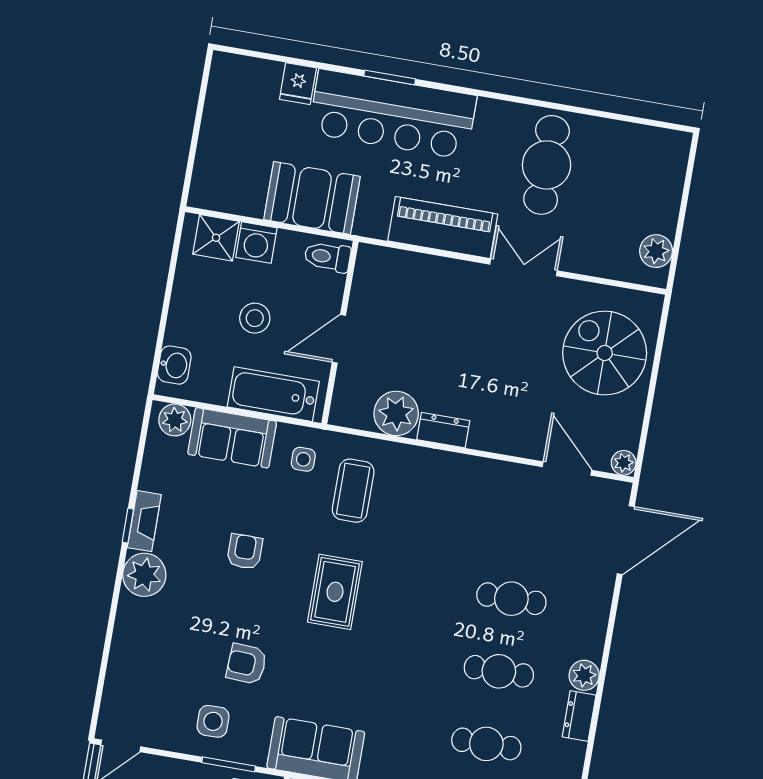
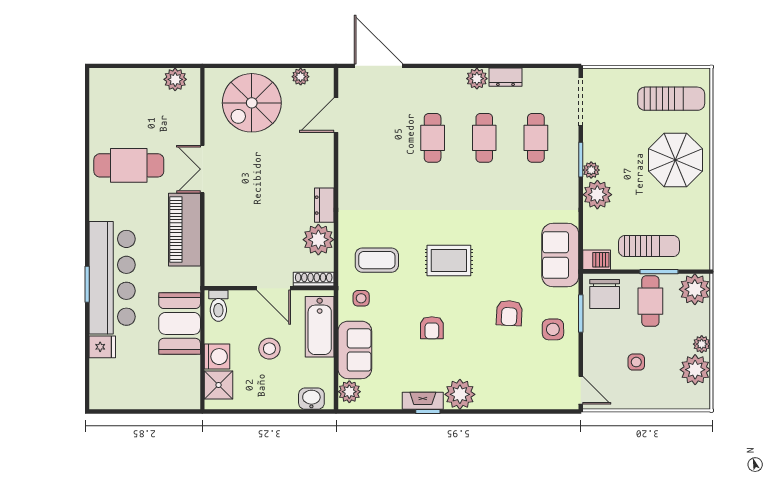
shoe rack: (342, 397) -> (314, 279), added
plant: (624, 463) -> (301, 77), moved
armchair: (245, 552) -> (432, 328), turned -90

